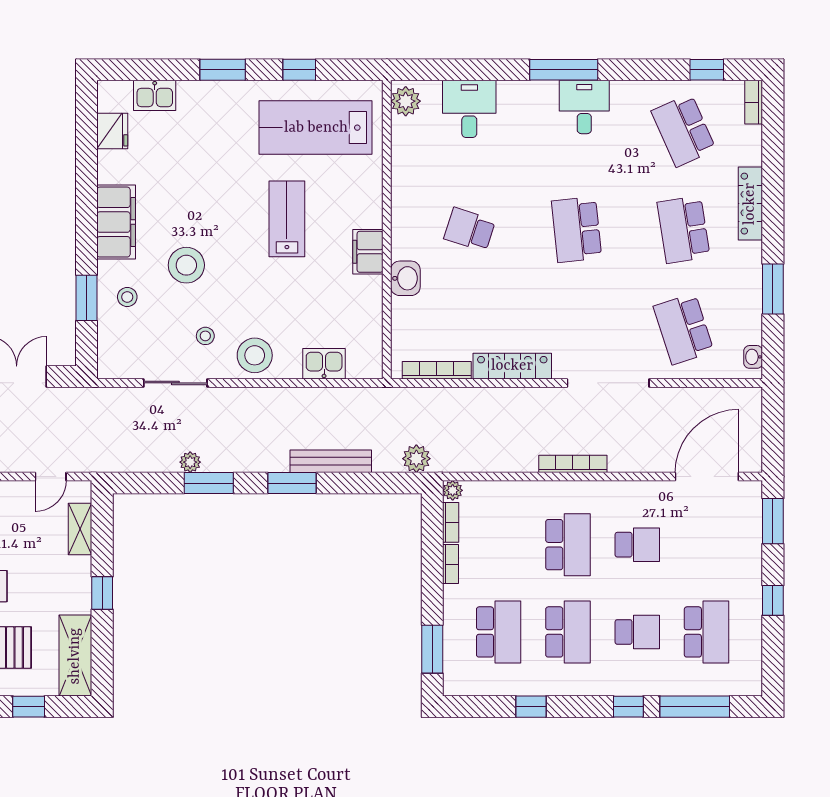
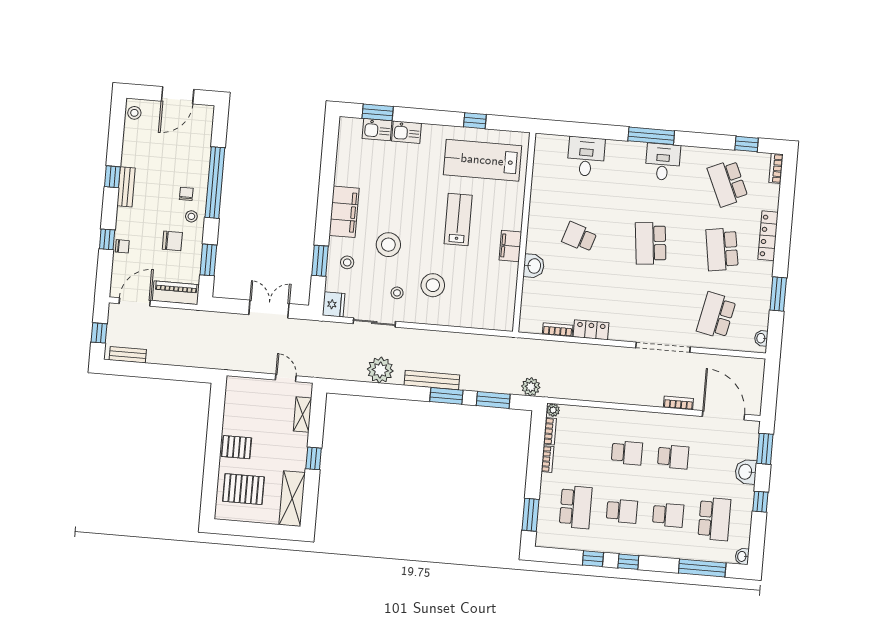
window: (223, 70) -> (378, 112), moved
plant: (406, 101) -> (544, 148), removed
fridge: (112, 131) -> (334, 304), moved
school desk: (684, 329) -> (716, 316), turned 30
stool: (255, 355) -> (433, 285), moved
kitchen sink: (324, 364) -> (407, 132), moved, turned 180
locker: (512, 366) -> (591, 330), width x0.66
bookcase: (437, 370) -> (558, 330), width x0.64
bench: (331, 461) -> (432, 380), moved
plant: (190, 462) -> (380, 370), width x1.87, depth x1.87
bookcase: (573, 464) -> (678, 403), moved, width x0.64
door: (51, 477) -> (286, 378), swing flipped
door: (707, 477) -> (723, 415), hinge flipped
window: (209, 483) -> (493, 400), moved
school desk: (568, 545) -> (627, 453), width x0.54
washbasin: (747, 558) -> (746, 472), added
school desk: (568, 632) -> (622, 511), width x0.54
washbasin: (753, 684) -> (742, 556), added
window: (29, 707) -> (258, 530), removed
window: (628, 707) -> (628, 562), moved

